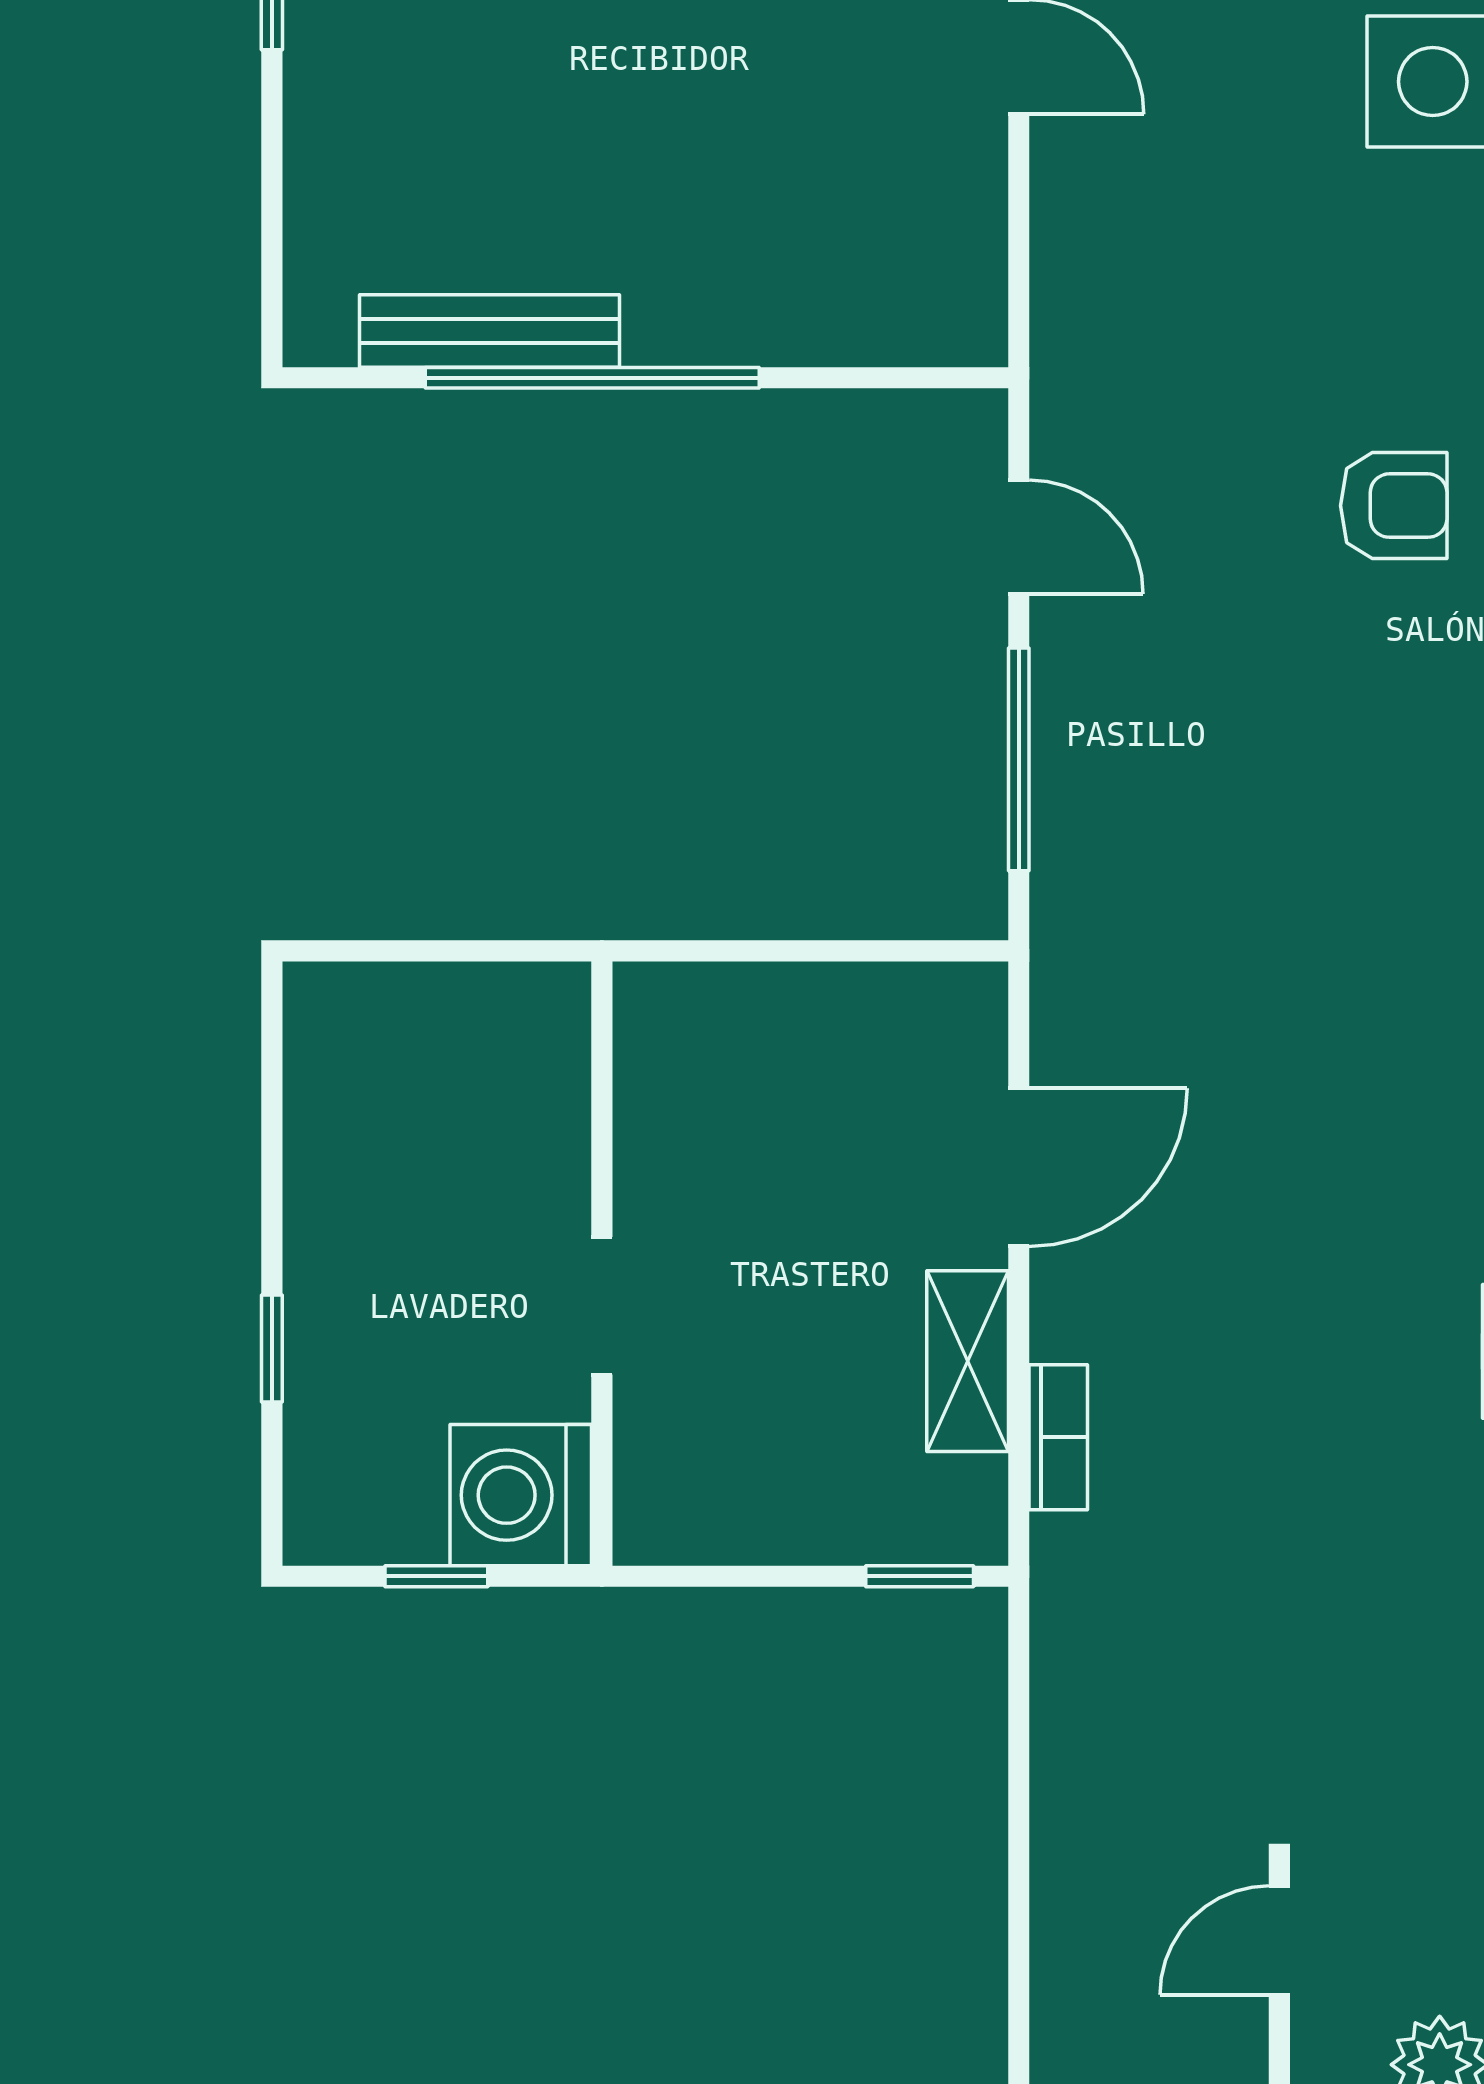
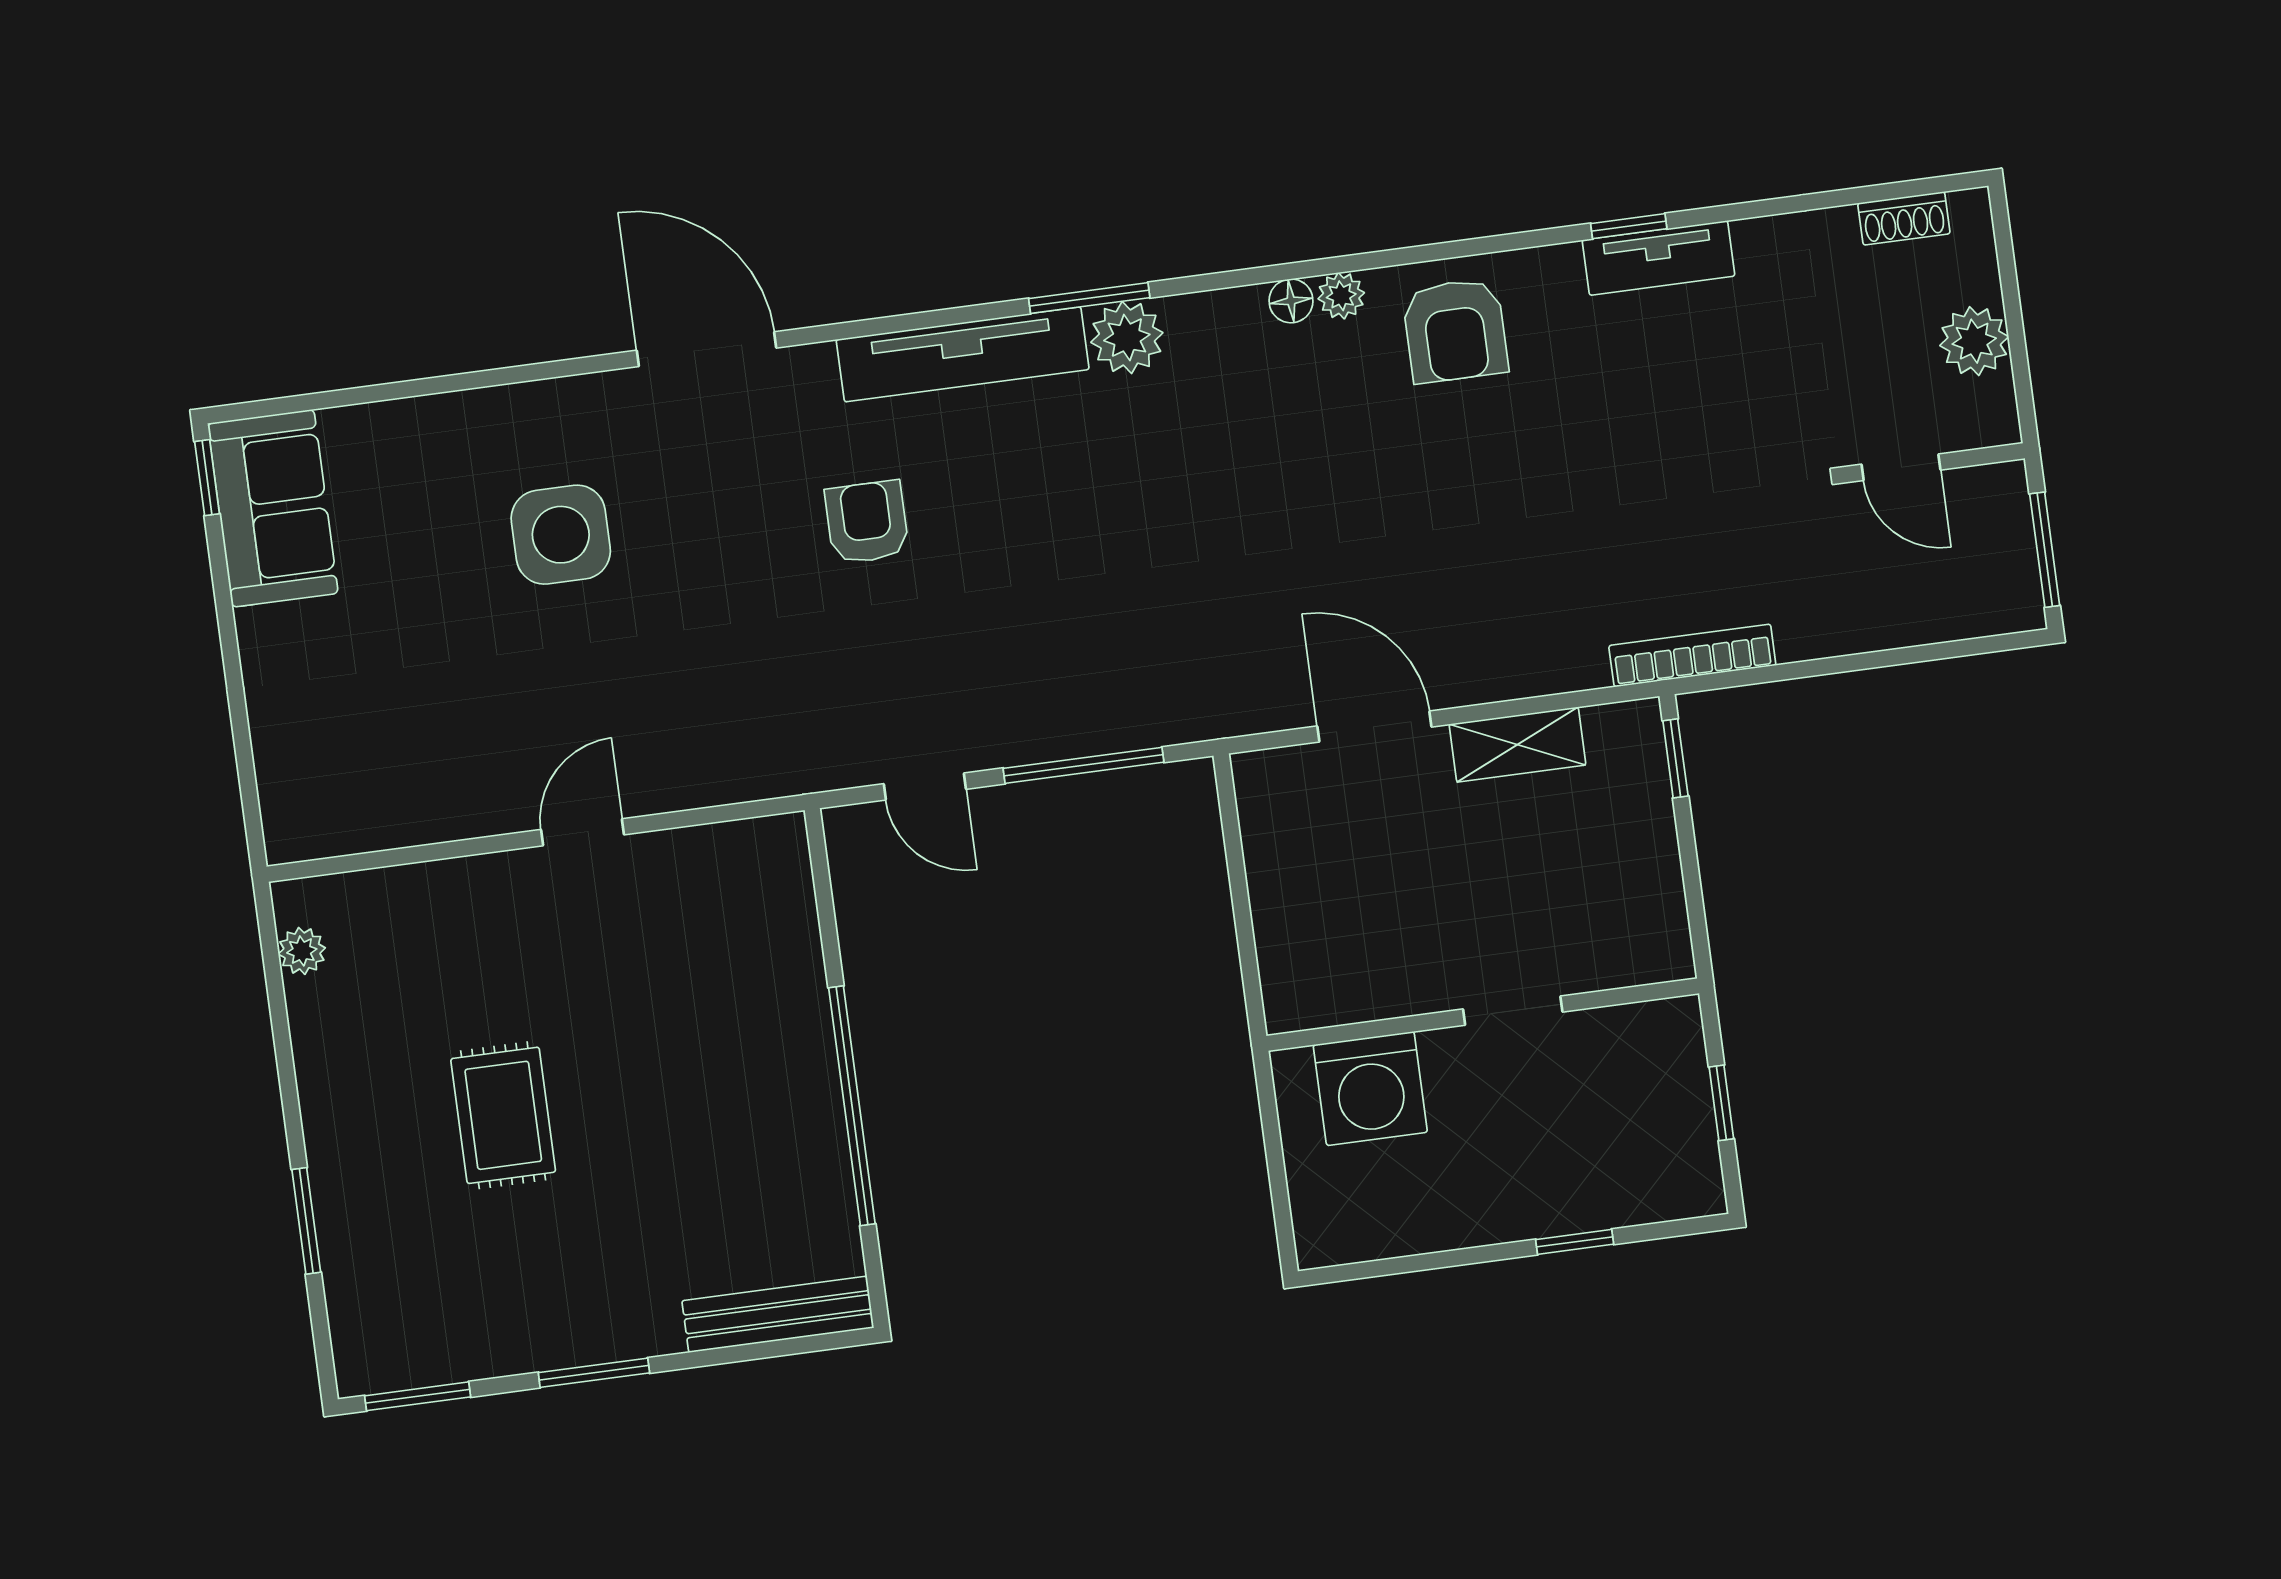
bench: (489, 331) -> (778, 1314), moved, turned 90
door: (1019, 537) -> (925, 786), swing flipped
bookcase: (1058, 1437) -> (1692, 655), moved, width x1.56
washing machine: (521, 1495) -> (1370, 1088), moved

